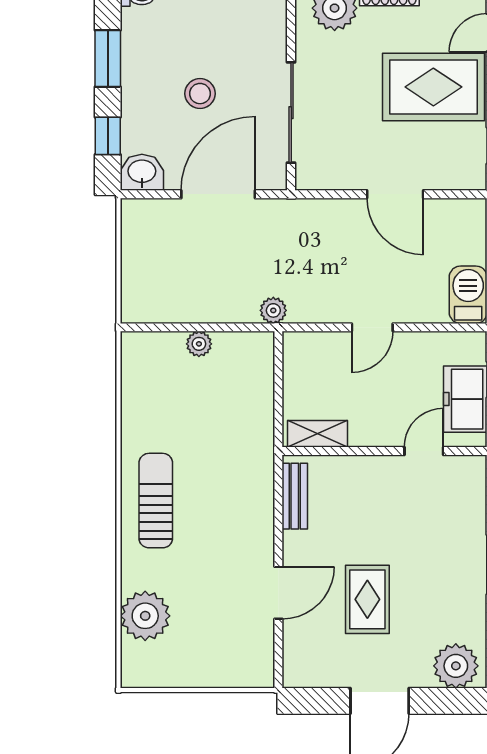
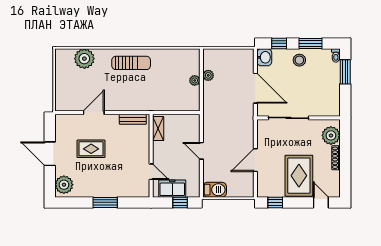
stool: (200, 94) -> (299, 60), moved
plant: (273, 310) -> (208, 75), moved
door: (278, 593) -> (94, 113), swing flipped

